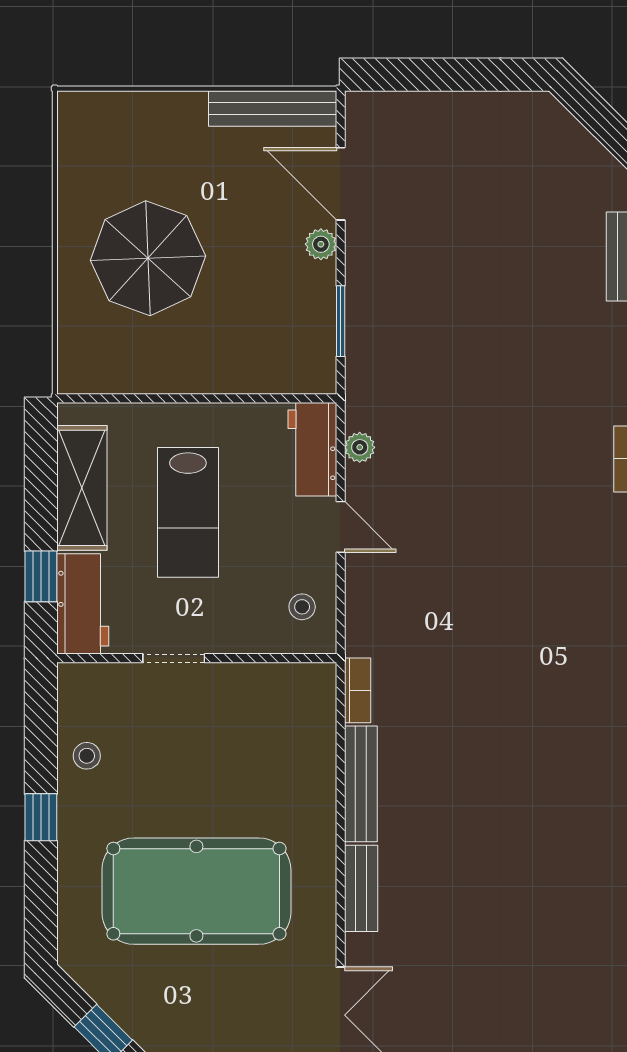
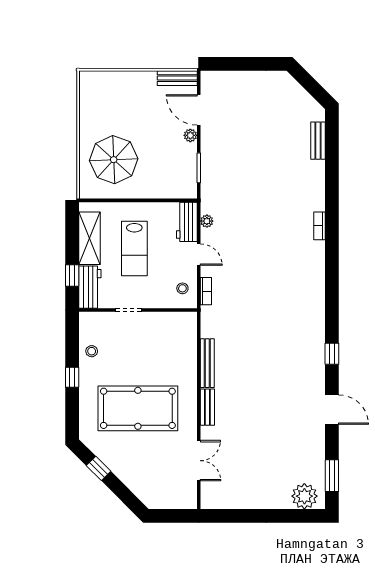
bench: (273, 108) -> (177, 78), width x0.73
parasol: (148, 258) -> (114, 160), moved
bookcase: (358, 690) -> (206, 291), moved

